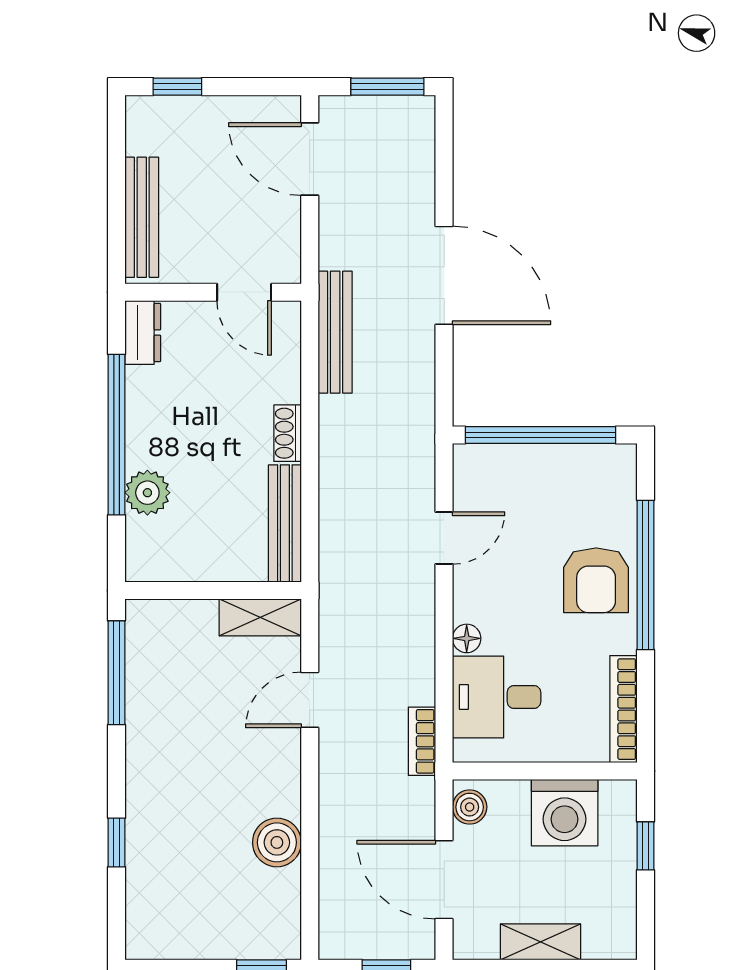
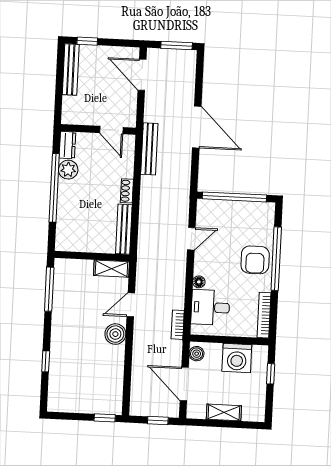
bench: (142, 217) -> (71, 70), moved
plant: (147, 493) -> (68, 170), moved
boiler: (277, 842) -> (115, 334), moved

